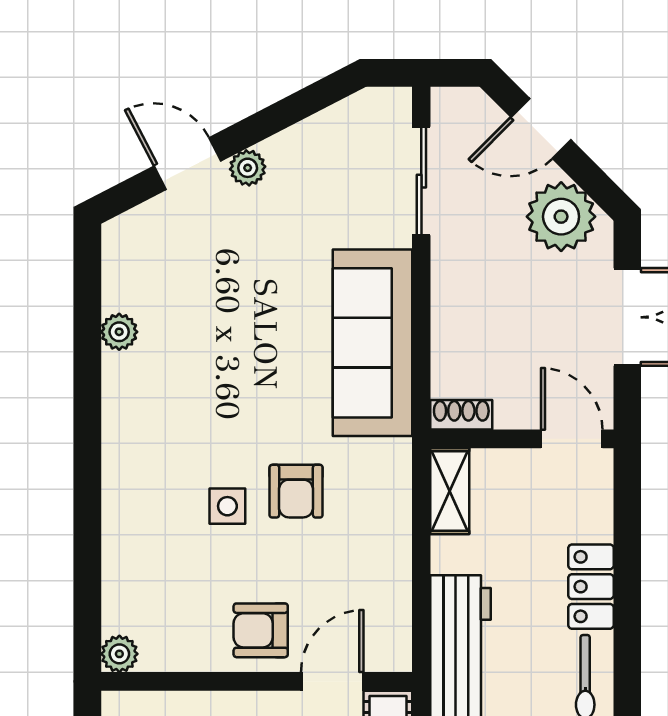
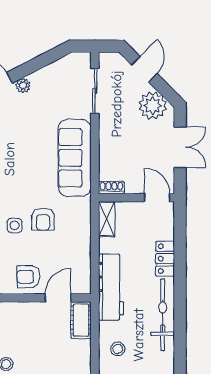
door: (541, 128) -> (144, 69), swing flipped

